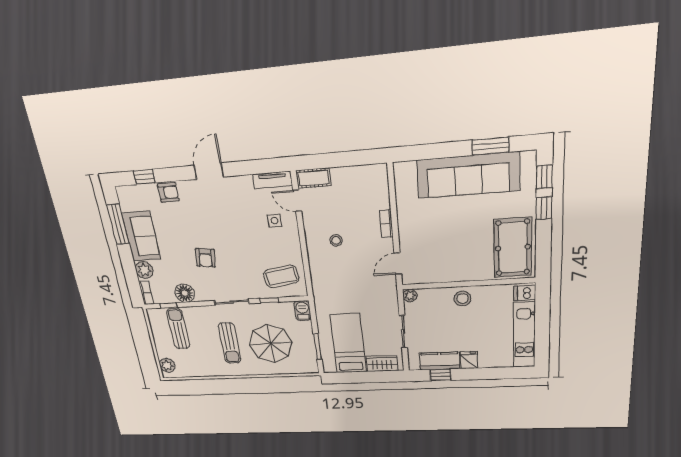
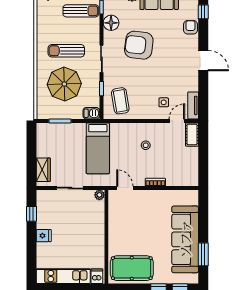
armchair: (168, 192) -> (190, 27), turned 180
armchair: (205, 258) -> (139, 45), width x1.88, depth x1.88
stool: (462, 299) -> (95, 233), removed
bed: (348, 343) -> (98, 148), moved, turned 90
kitchen counter: (440, 361) -> (44, 214), removed

